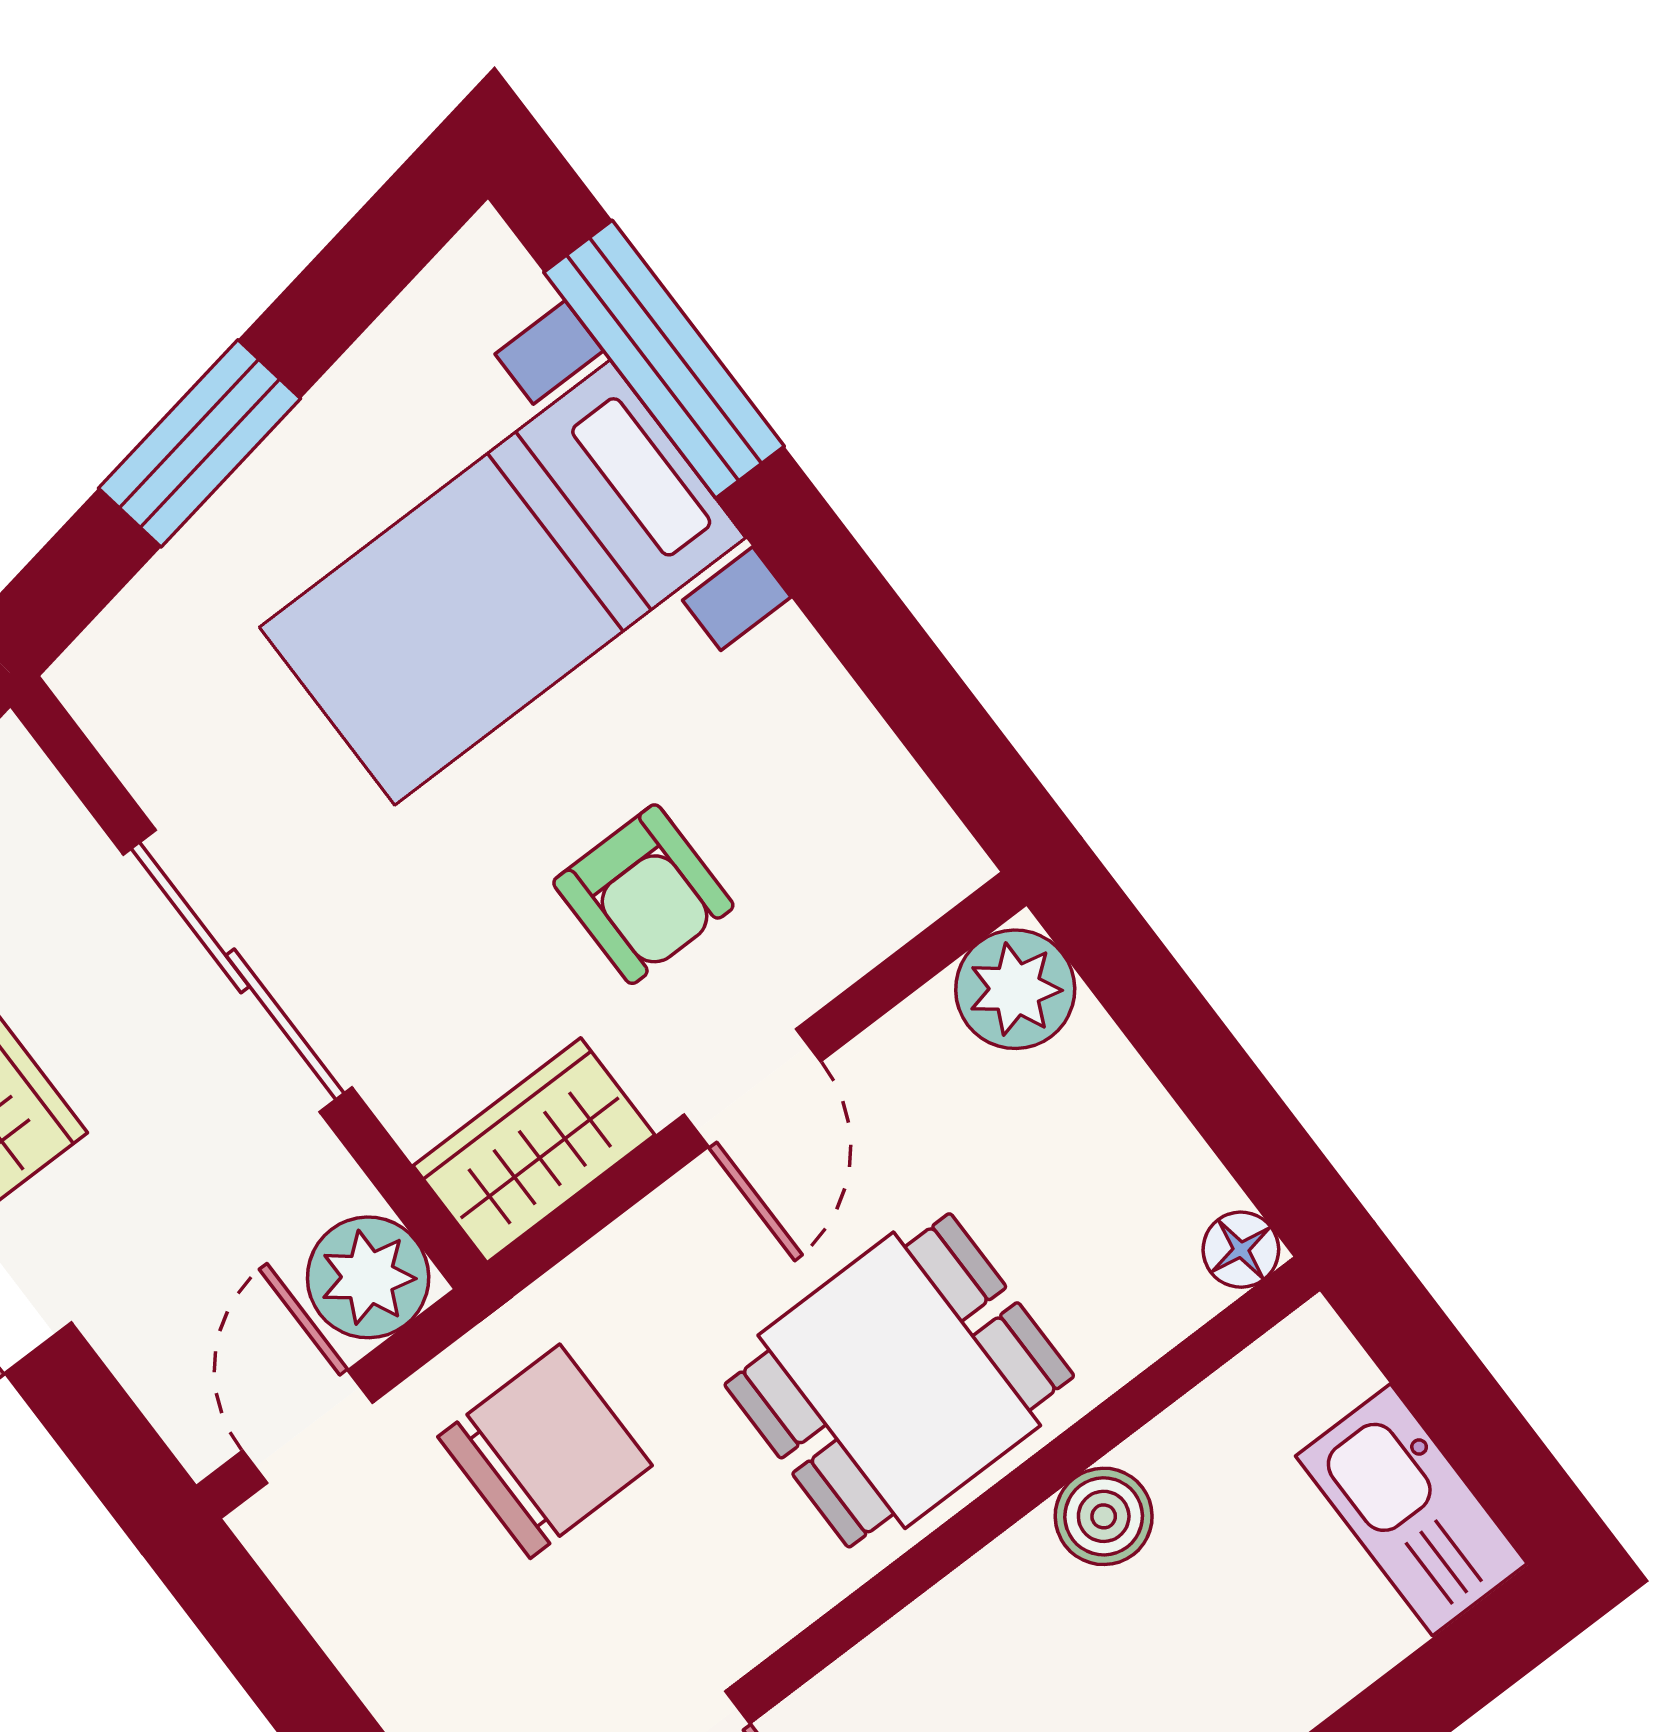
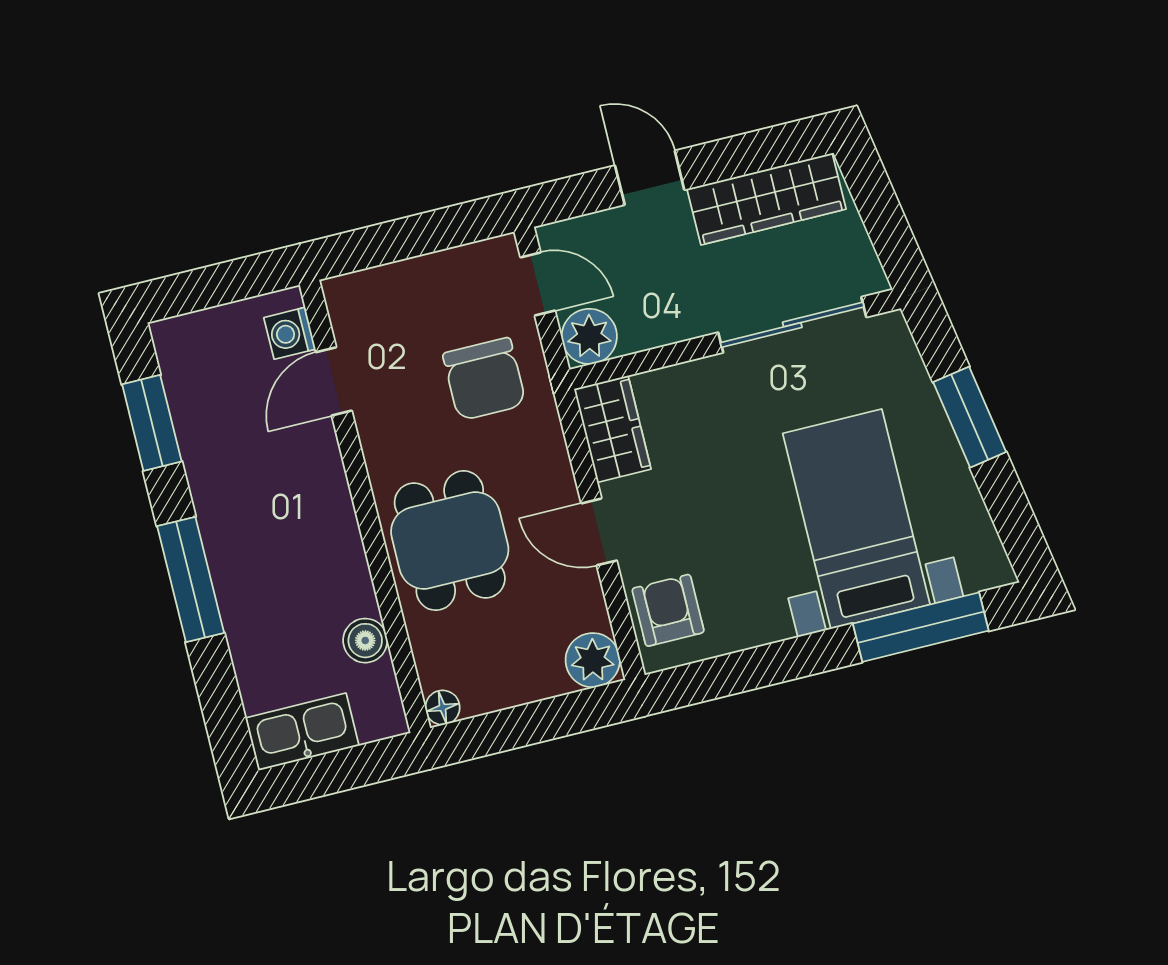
armchair: (643, 894) -> (668, 610), moved, turned 90
sliding door: (238, 971) -> (792, 325), moved
boiler: (1104, 1516) -> (365, 641), moved

